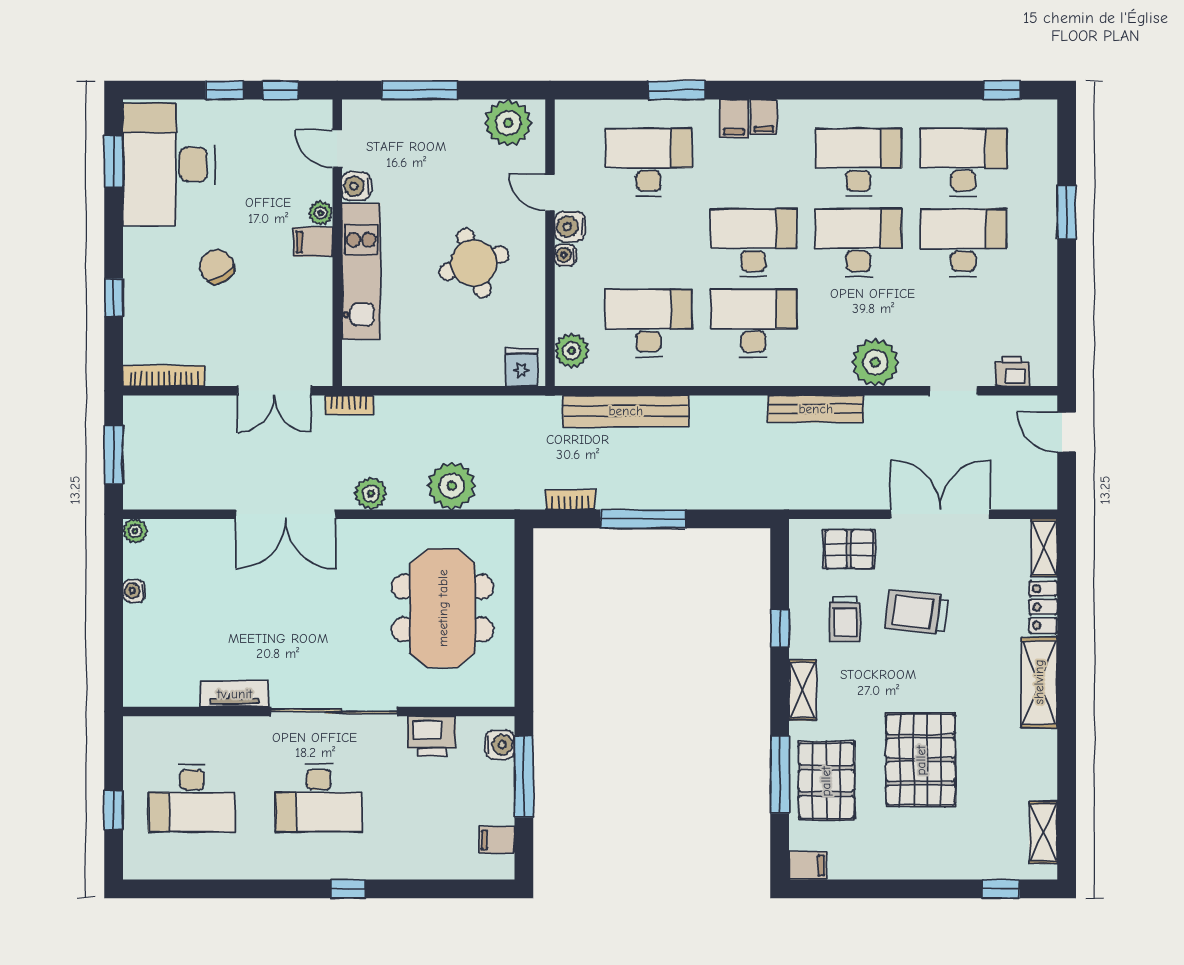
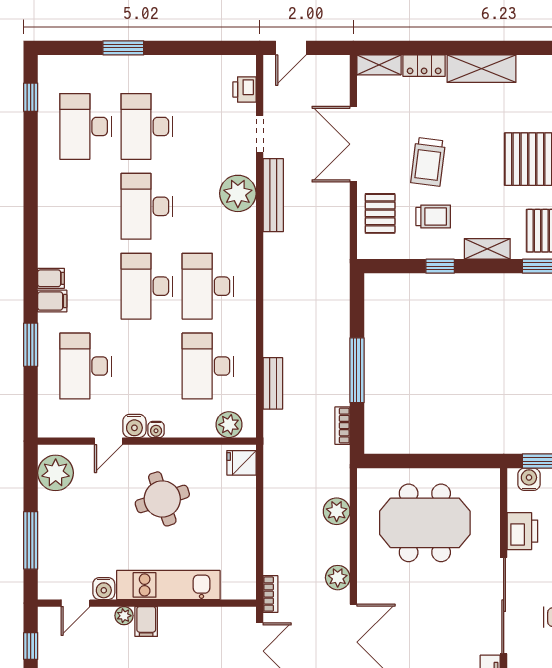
desk: (858, 162) -> (86, 206), removed
bench: (816, 409) -> (273, 195), moved
bench: (626, 411) -> (273, 383), width x0.54, depth x0.82
plant: (452, 486) -> (337, 511), width x0.73, depth x0.73

